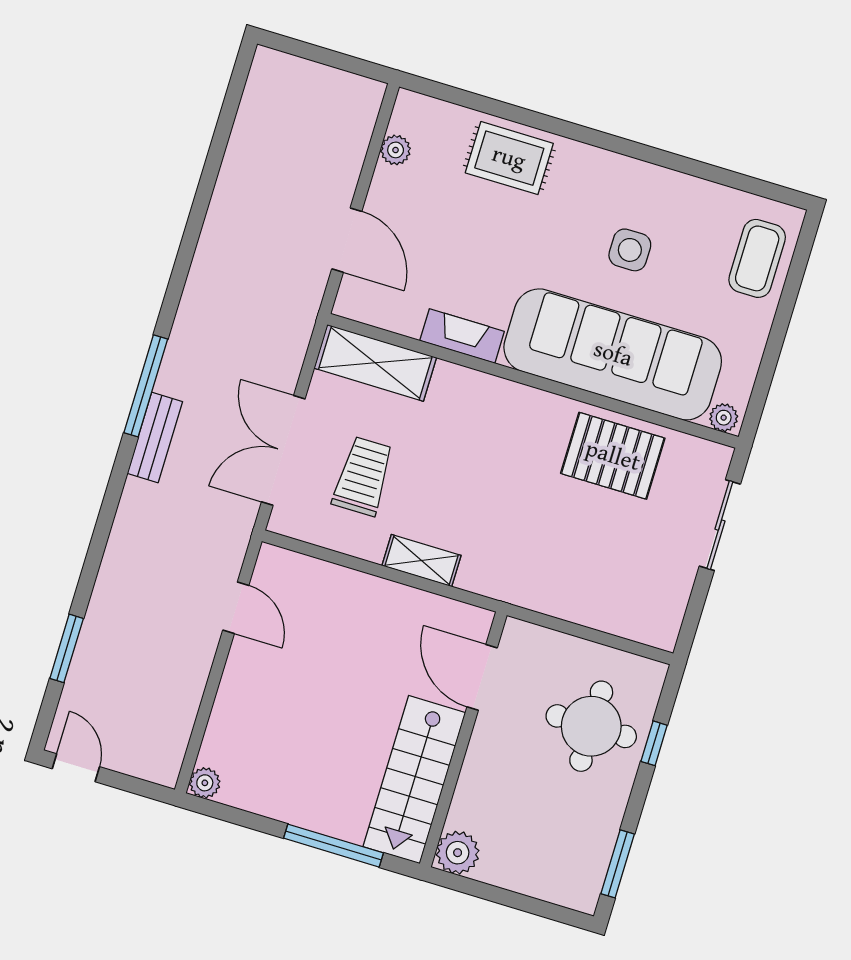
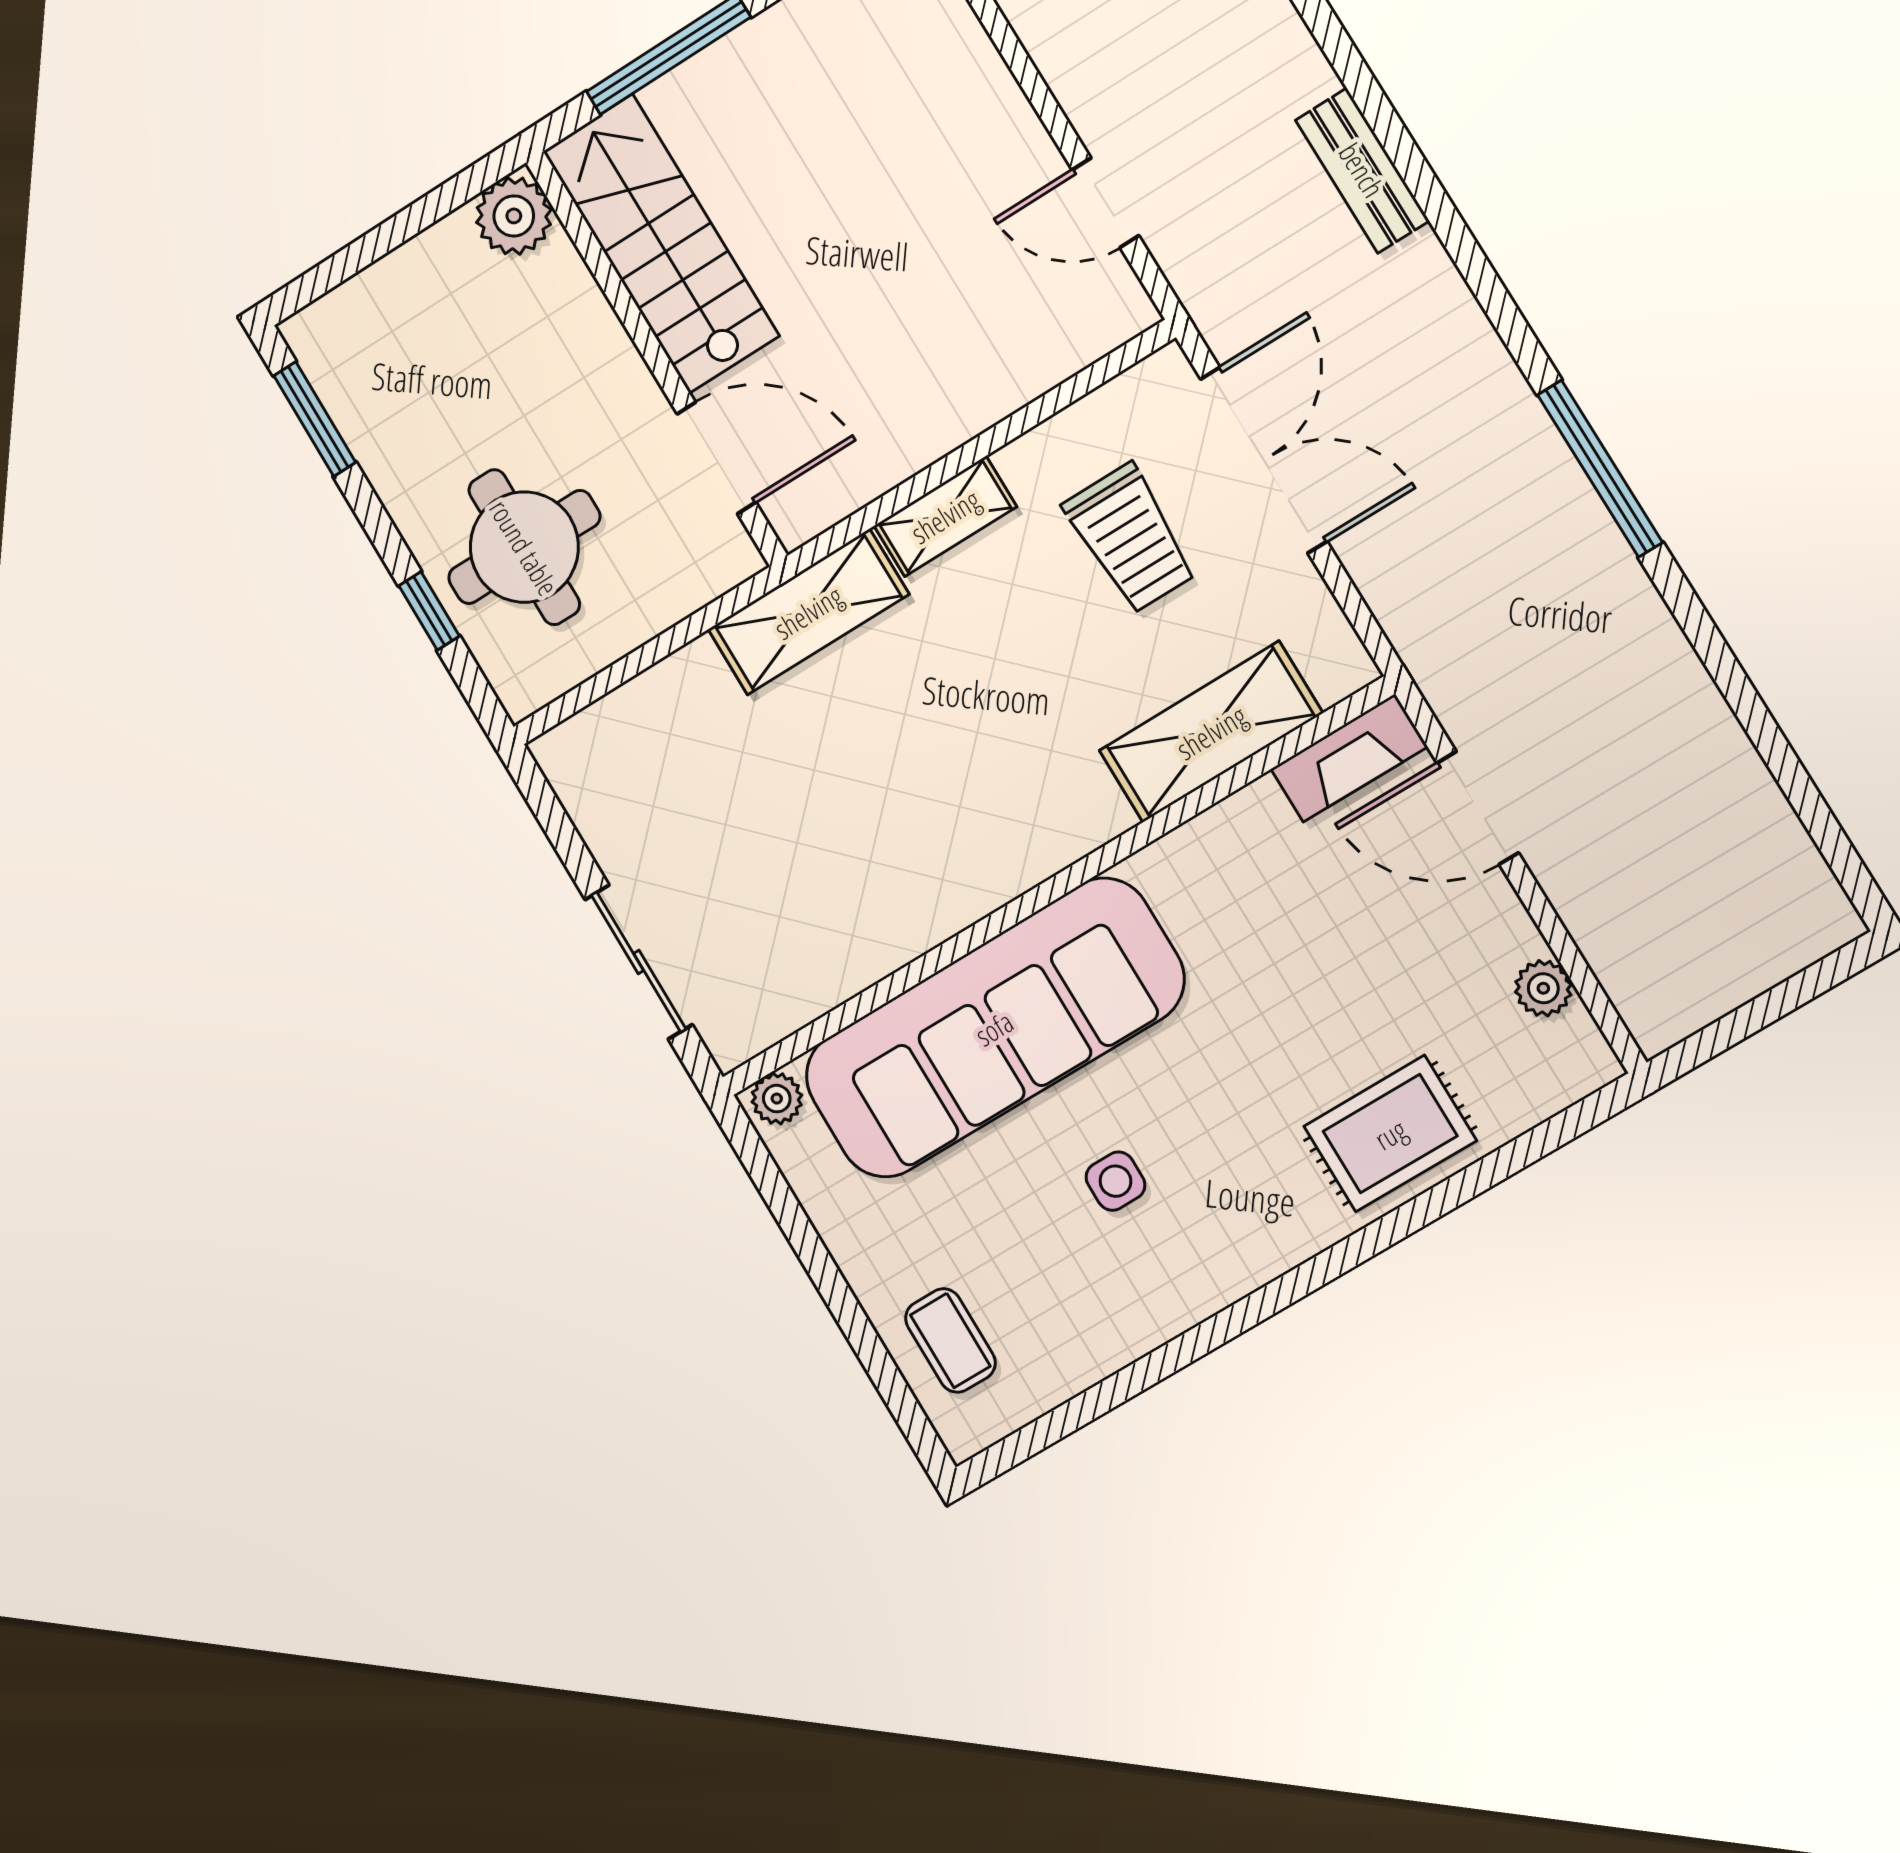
side table: (630, 250) -> (1115, 1181), width x0.73, depth x0.73
coffee table: (757, 258) -> (950, 1340), width x0.73, depth x0.77
fireplace: (462, 336) -> (1349, 758), moved
shelving: (375, 363) -> (1211, 732), moved
window: (146, 386) -> (1600, 469), moved
bench: (155, 438) -> (1362, 170), moved
pallet: (613, 456) -> (857, 903), removed
shelving: (511, 583) -> (808, 612), added

